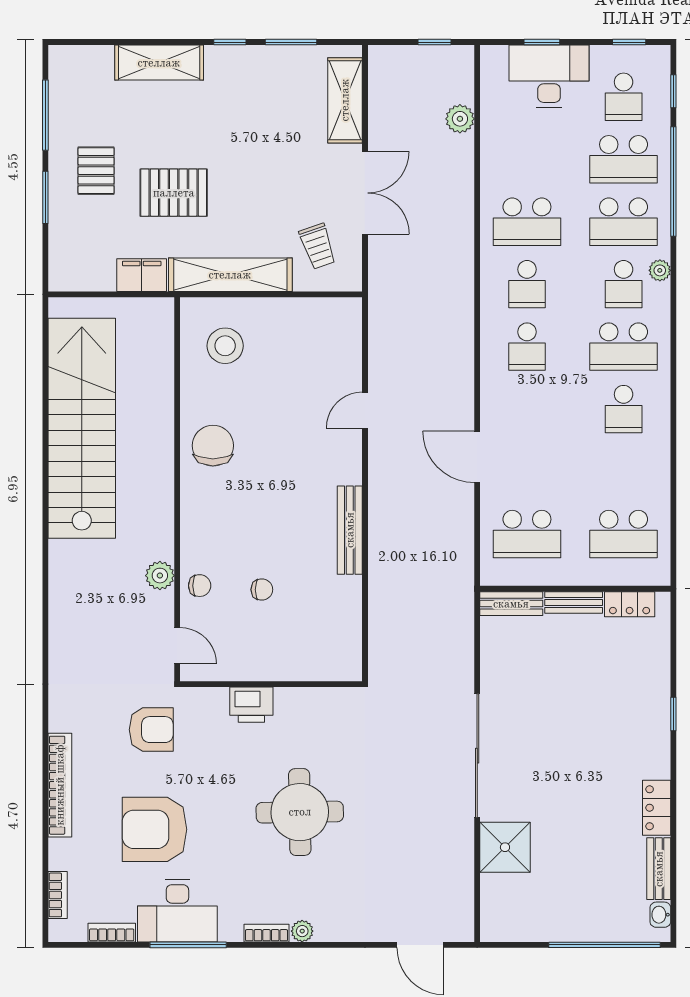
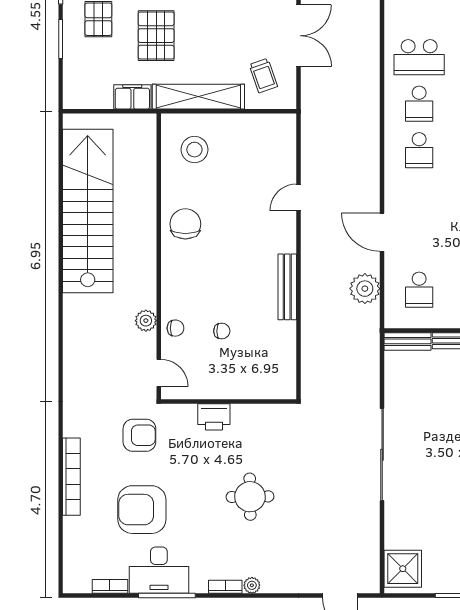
pallet: (174, 193) -> (156, 36), turned 90
plant: (454, 533) -> (365, 289), added
school desk: (527, 534) -> (419, 290), width x0.54
round table: (300, 812) -> (250, 497), width x0.73, depth x0.73
shower: (505, 847) -> (403, 569), moved
bookcase: (58, 895) -> (70, 558), removed

